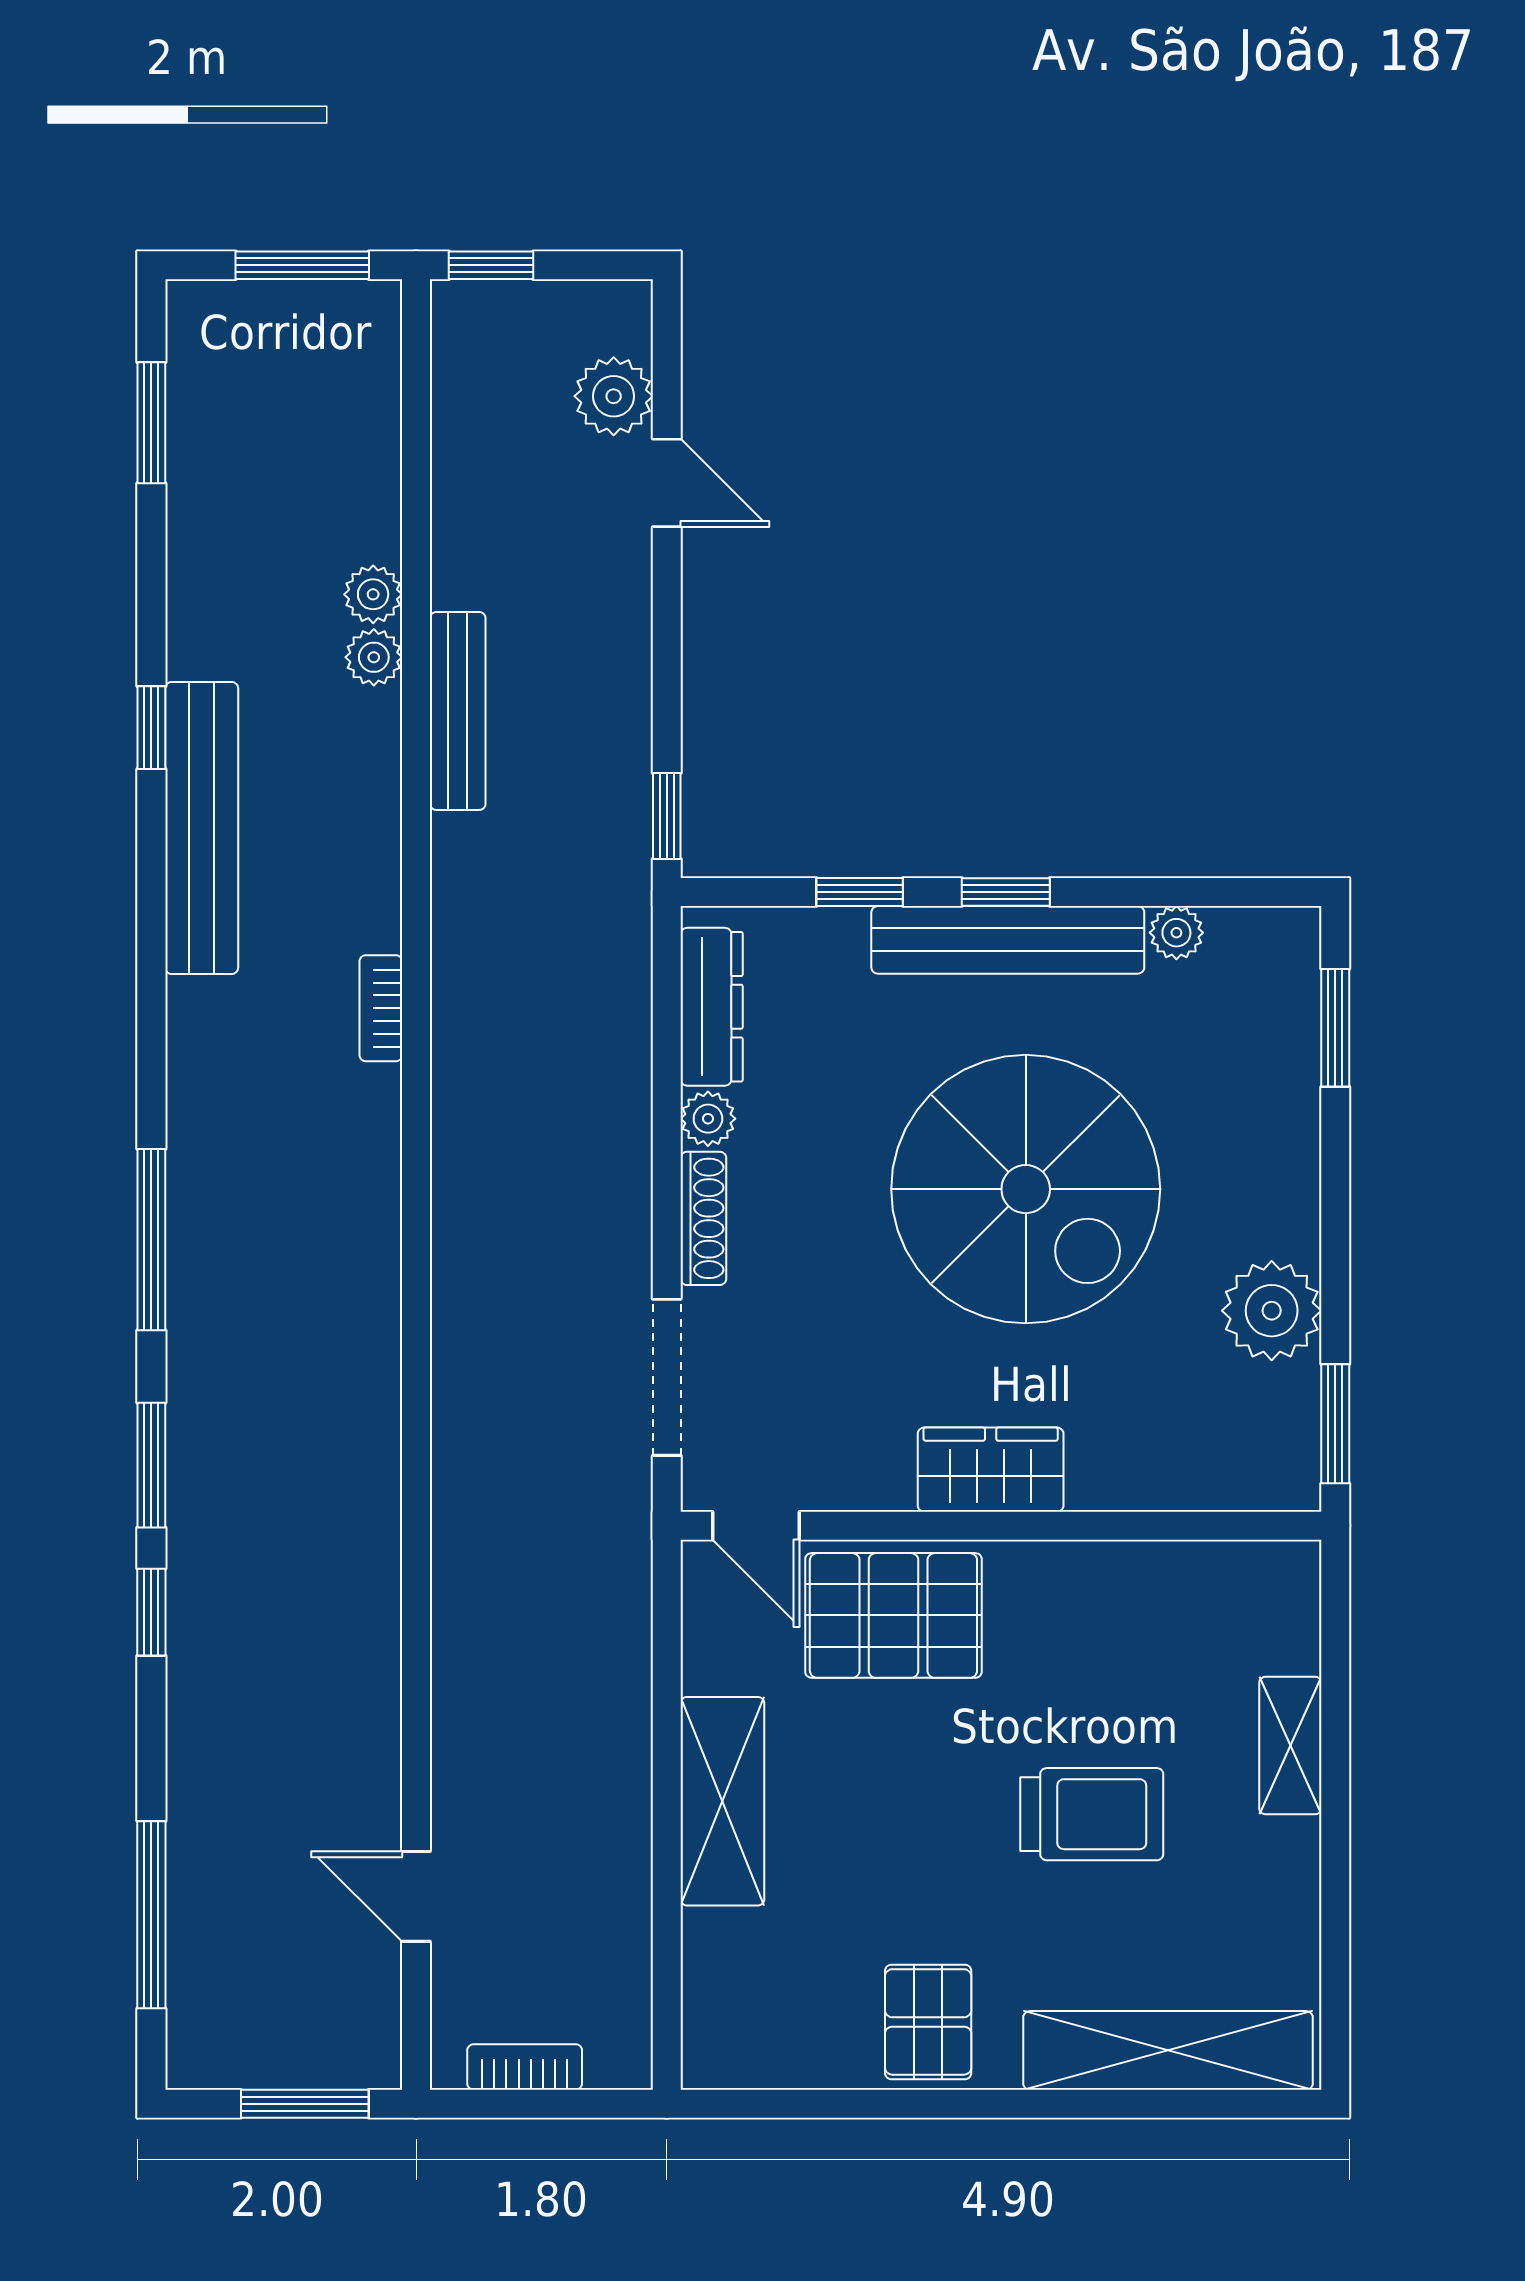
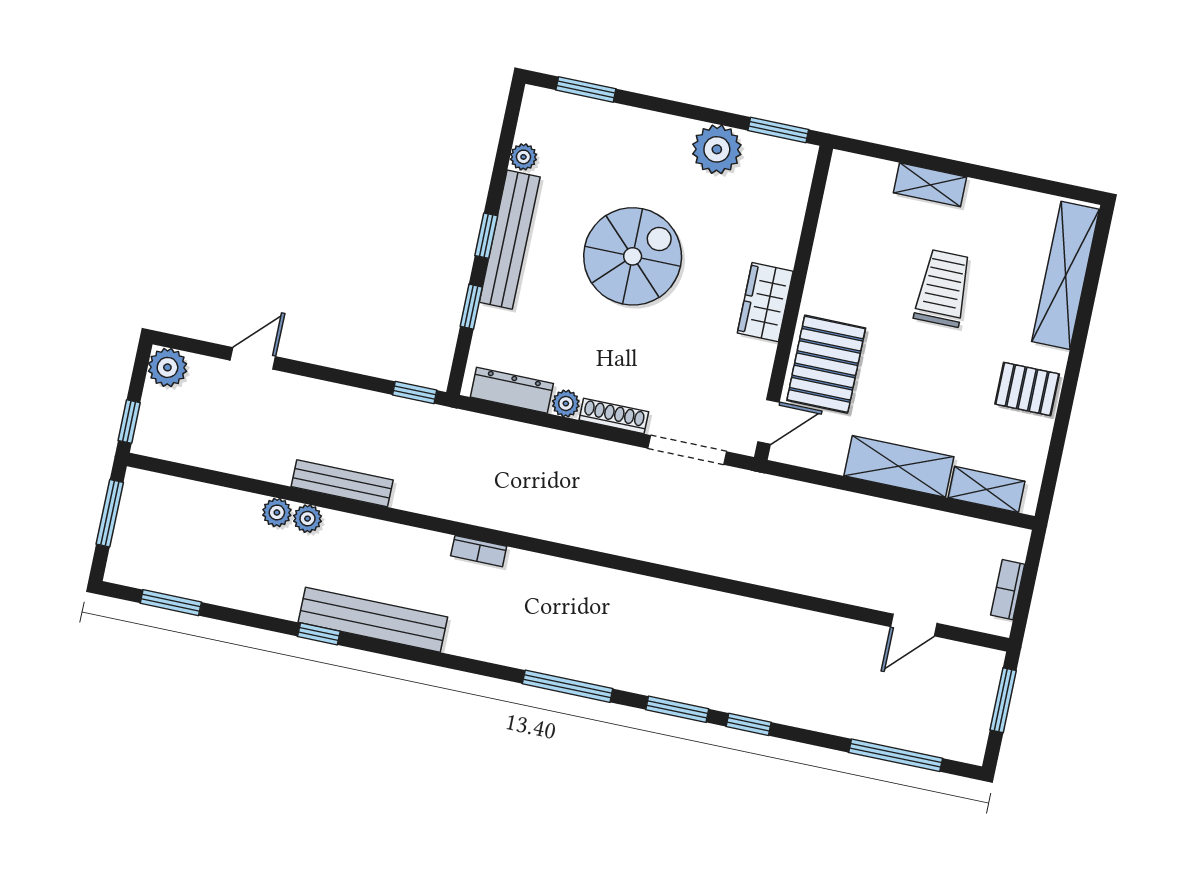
plant: (614, 396) -> (167, 367), moved
spiral stairs: (1026, 1189) -> (633, 256), width x0.73, depth x0.73
shelving: (713, 1984) -> (987, 489), added

